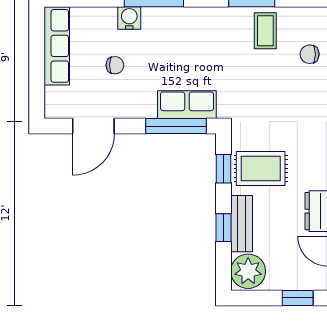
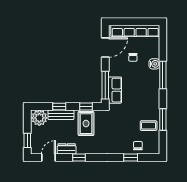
row of seats: (57, 46) -> (135, 31), width x1.36
door: (93, 126) -> (105, 48), swing flipped

